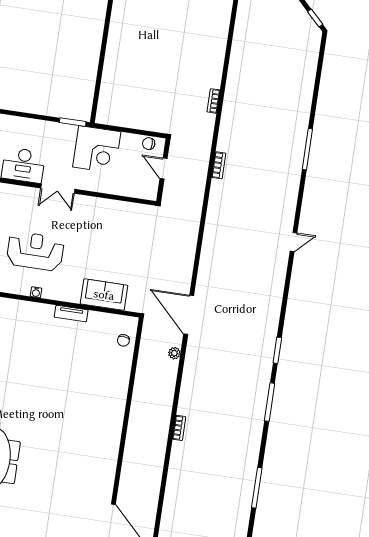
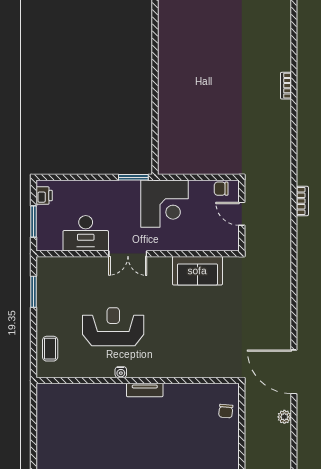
bookcase: (213, 101) -> (286, 86), moved
sofa: (104, 295) -> (197, 271), moved, turned 180
tv unit: (71, 314) -> (145, 390), moved

